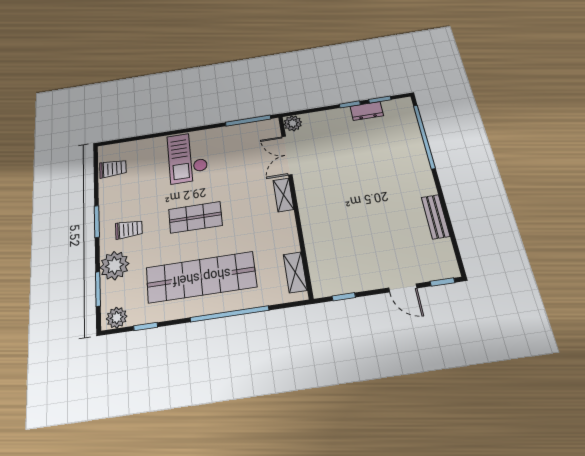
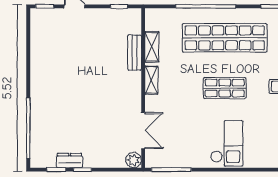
shelving: (283, 195) -> (151, 80), moved
bench: (435, 217) -> (135, 53), moved
shelving: (295, 272) -> (152, 47), moved

